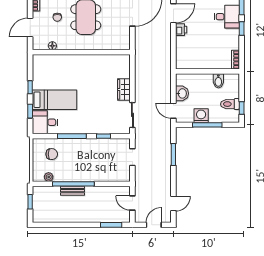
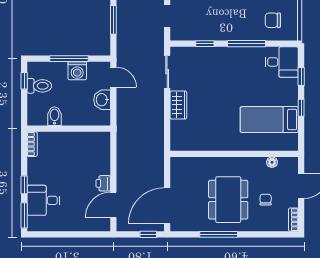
bed: (54, 100) -> (269, 120), moved

